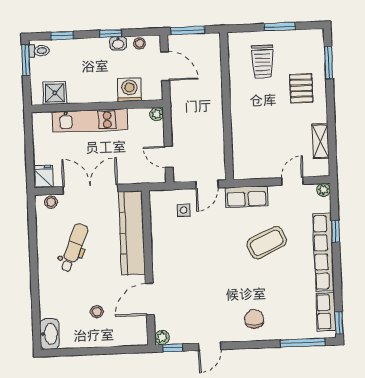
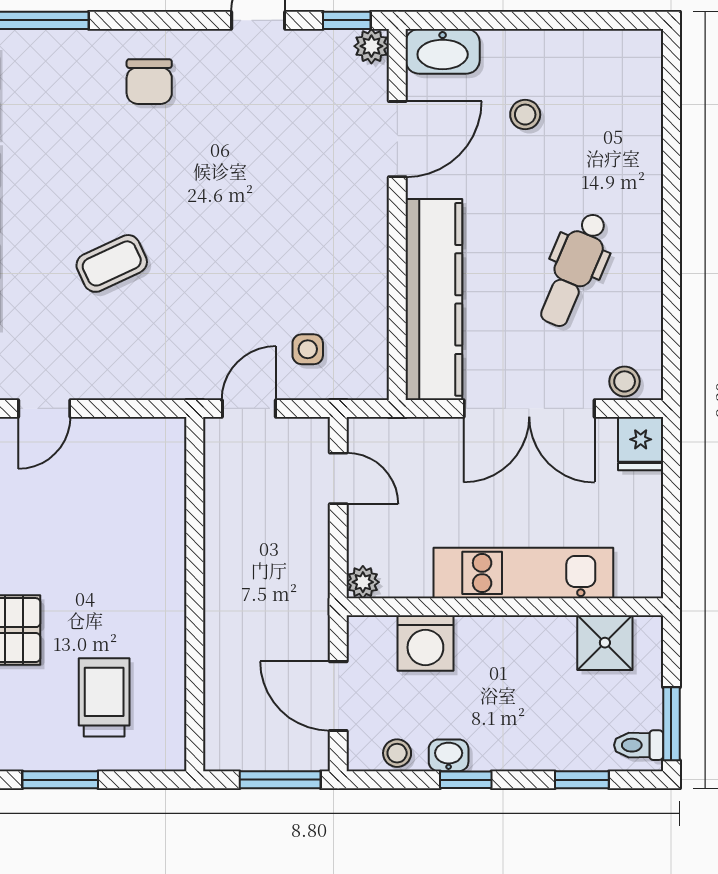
row of seats: (246, 197) -> (156, 376), removed
coffee table: (267, 243) -> (112, 263), width x0.73, depth x0.77
washbasin: (50, 334) -> (443, 51), moved, turned -90

